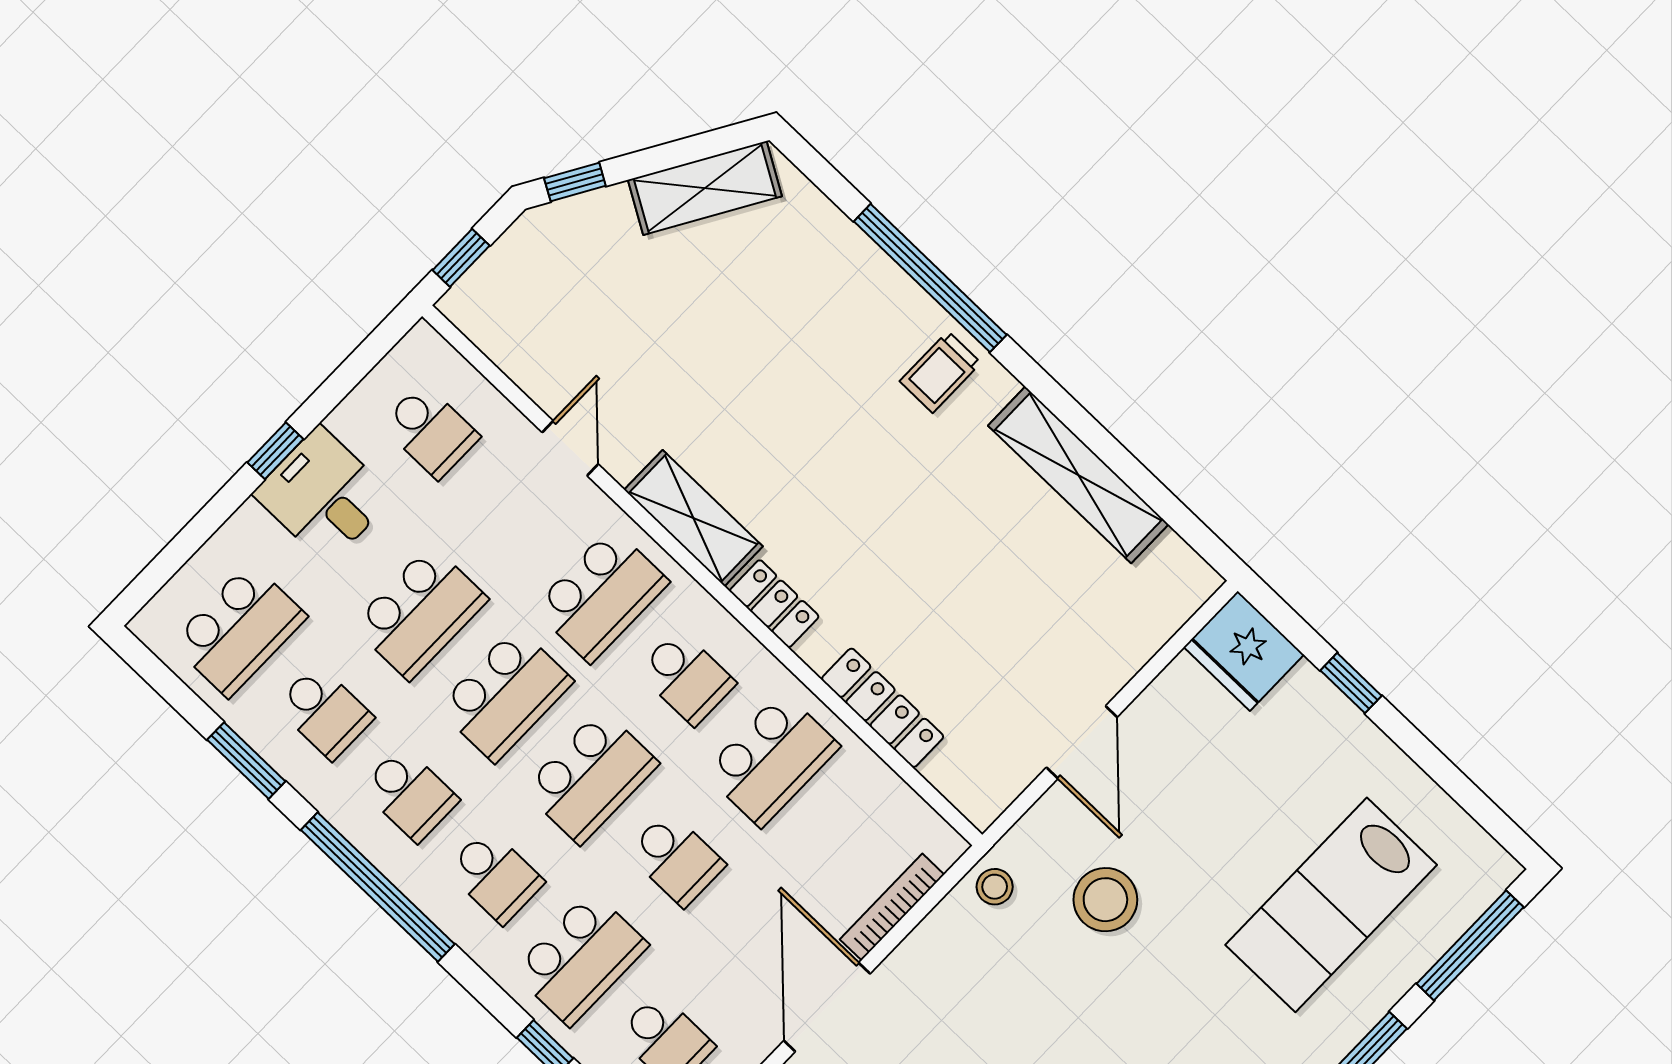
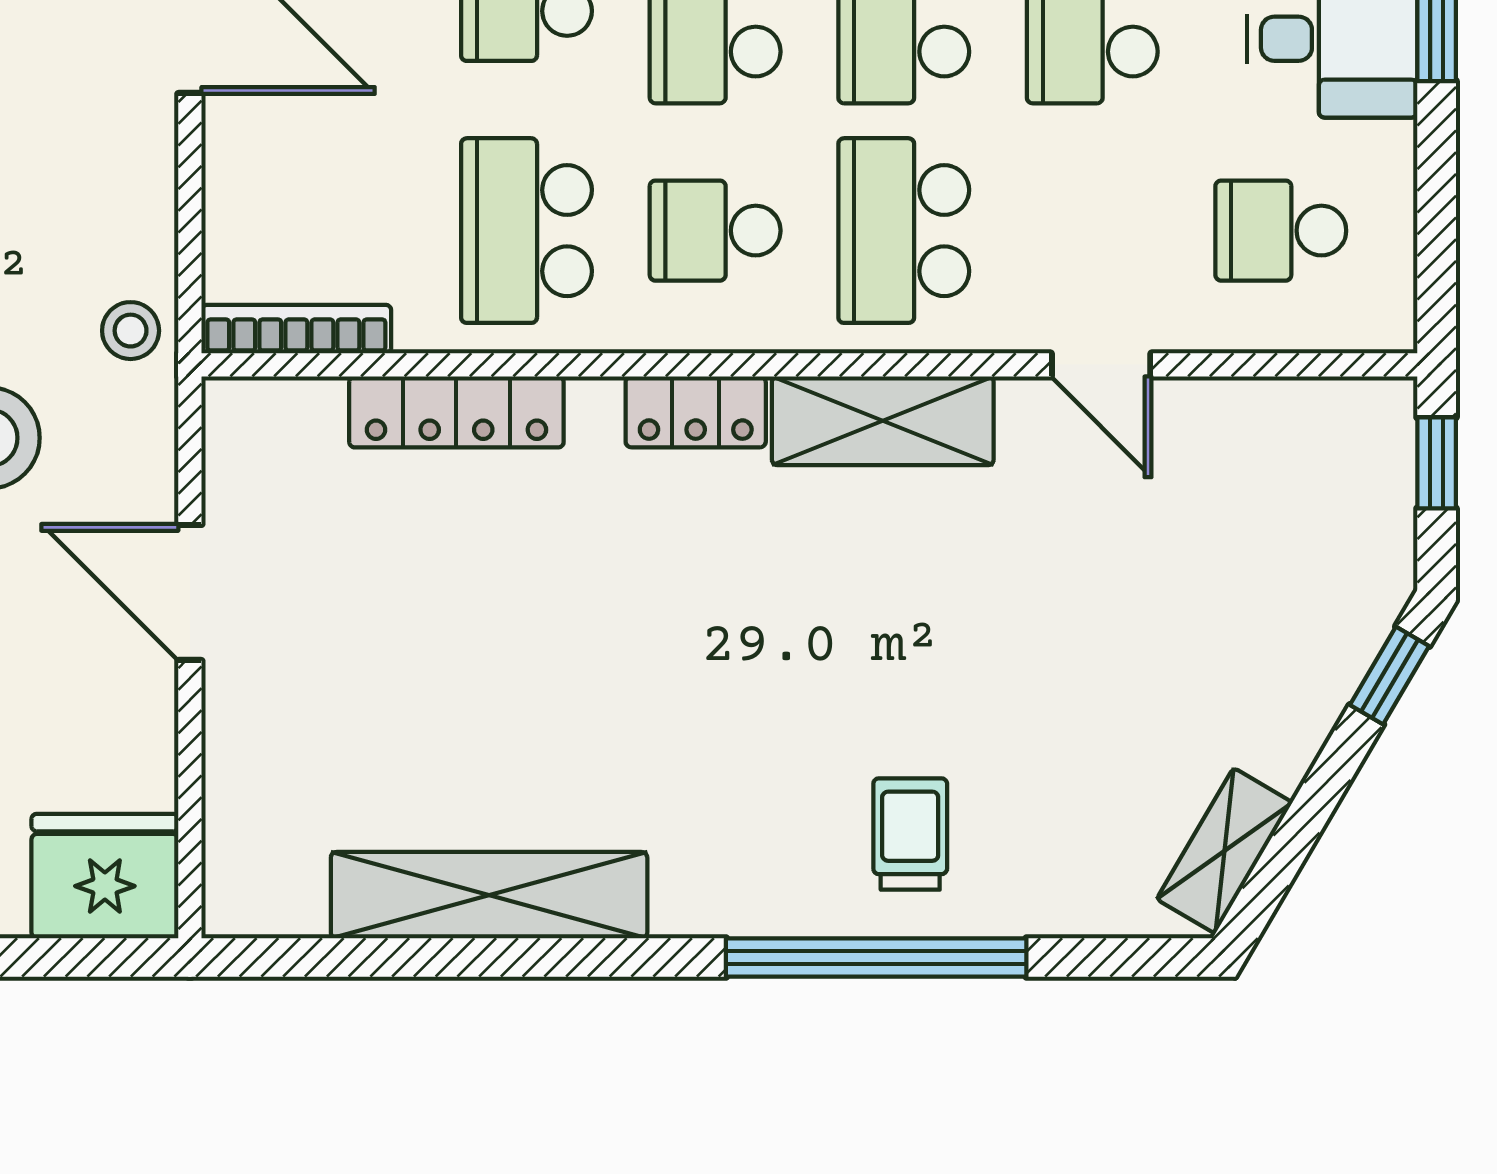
shelving: (705, 188) -> (1225, 851), width x0.67, depth x0.75
trolley: (940, 372) -> (910, 834), moved
bookcase: (892, 907) -> (296, 329), moved, turned -90

